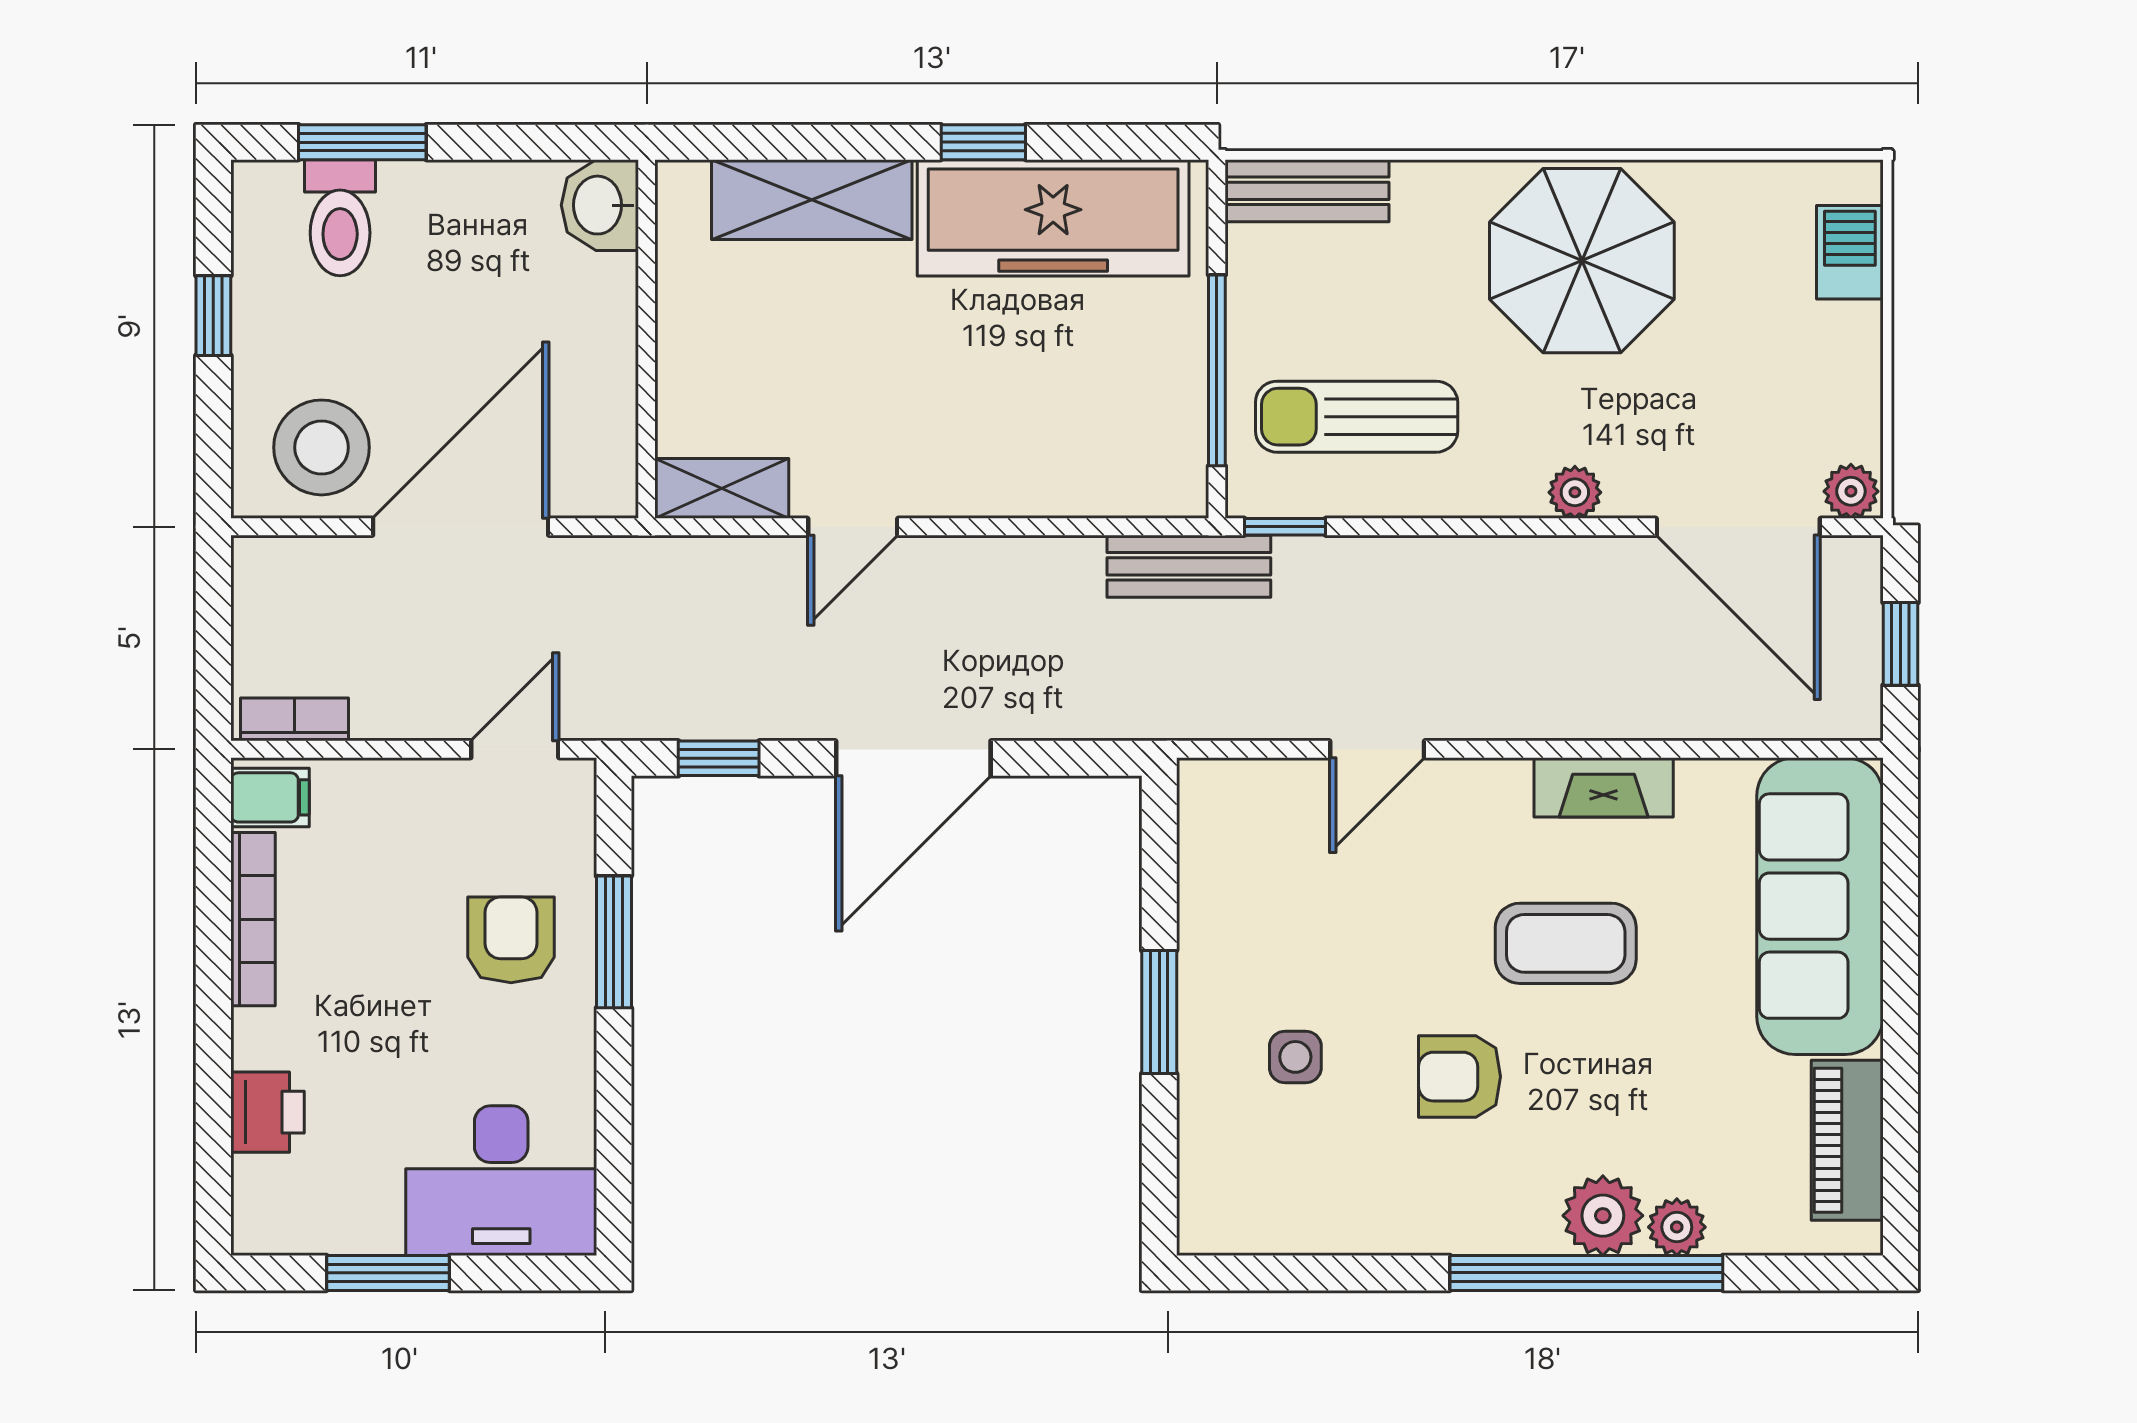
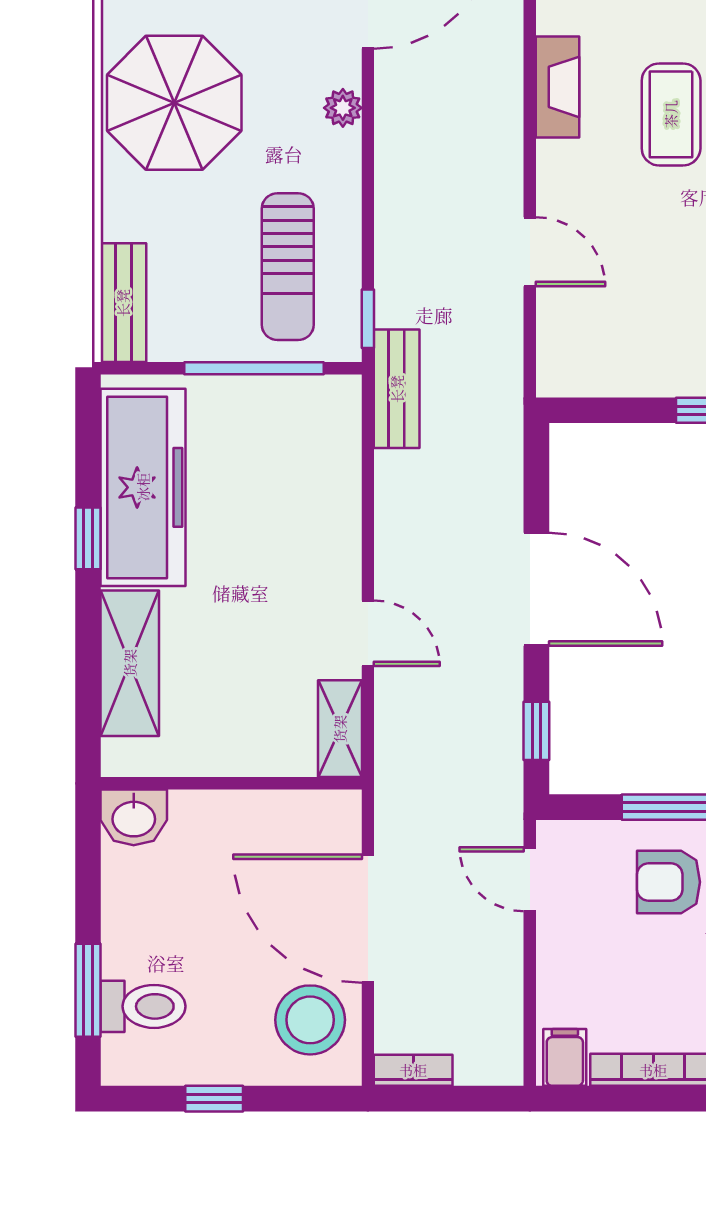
bookcase: (295, 719) -> (413, 1070), moved, turned 90

